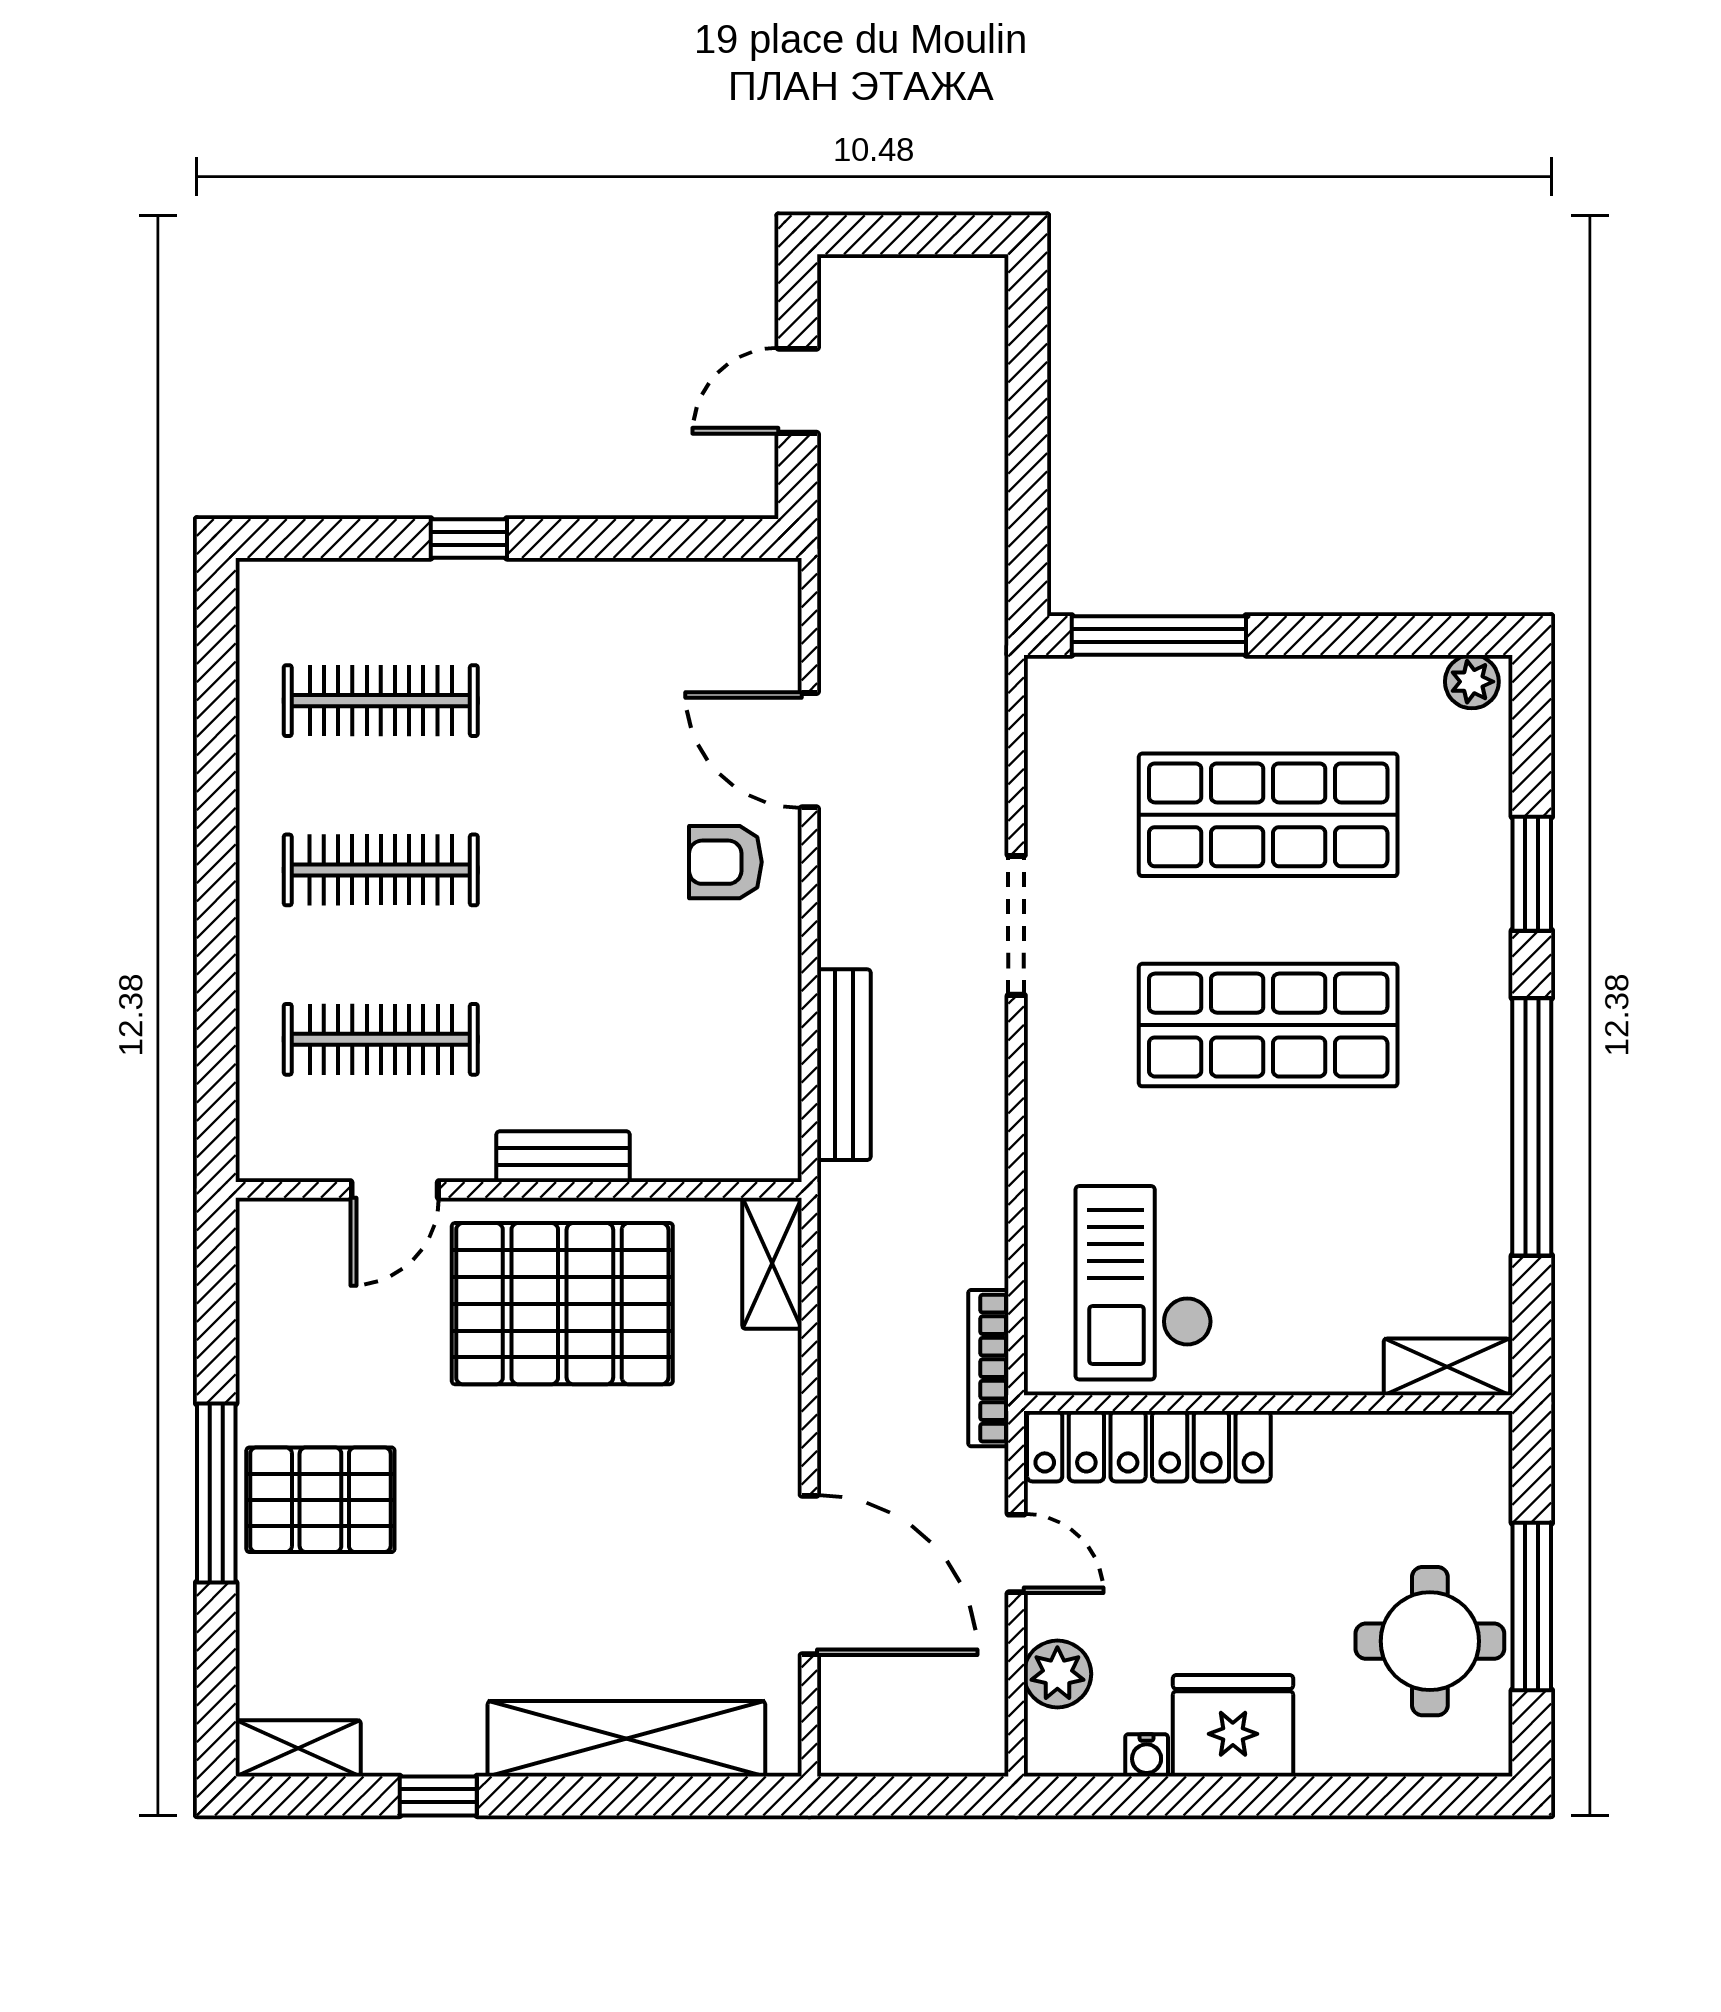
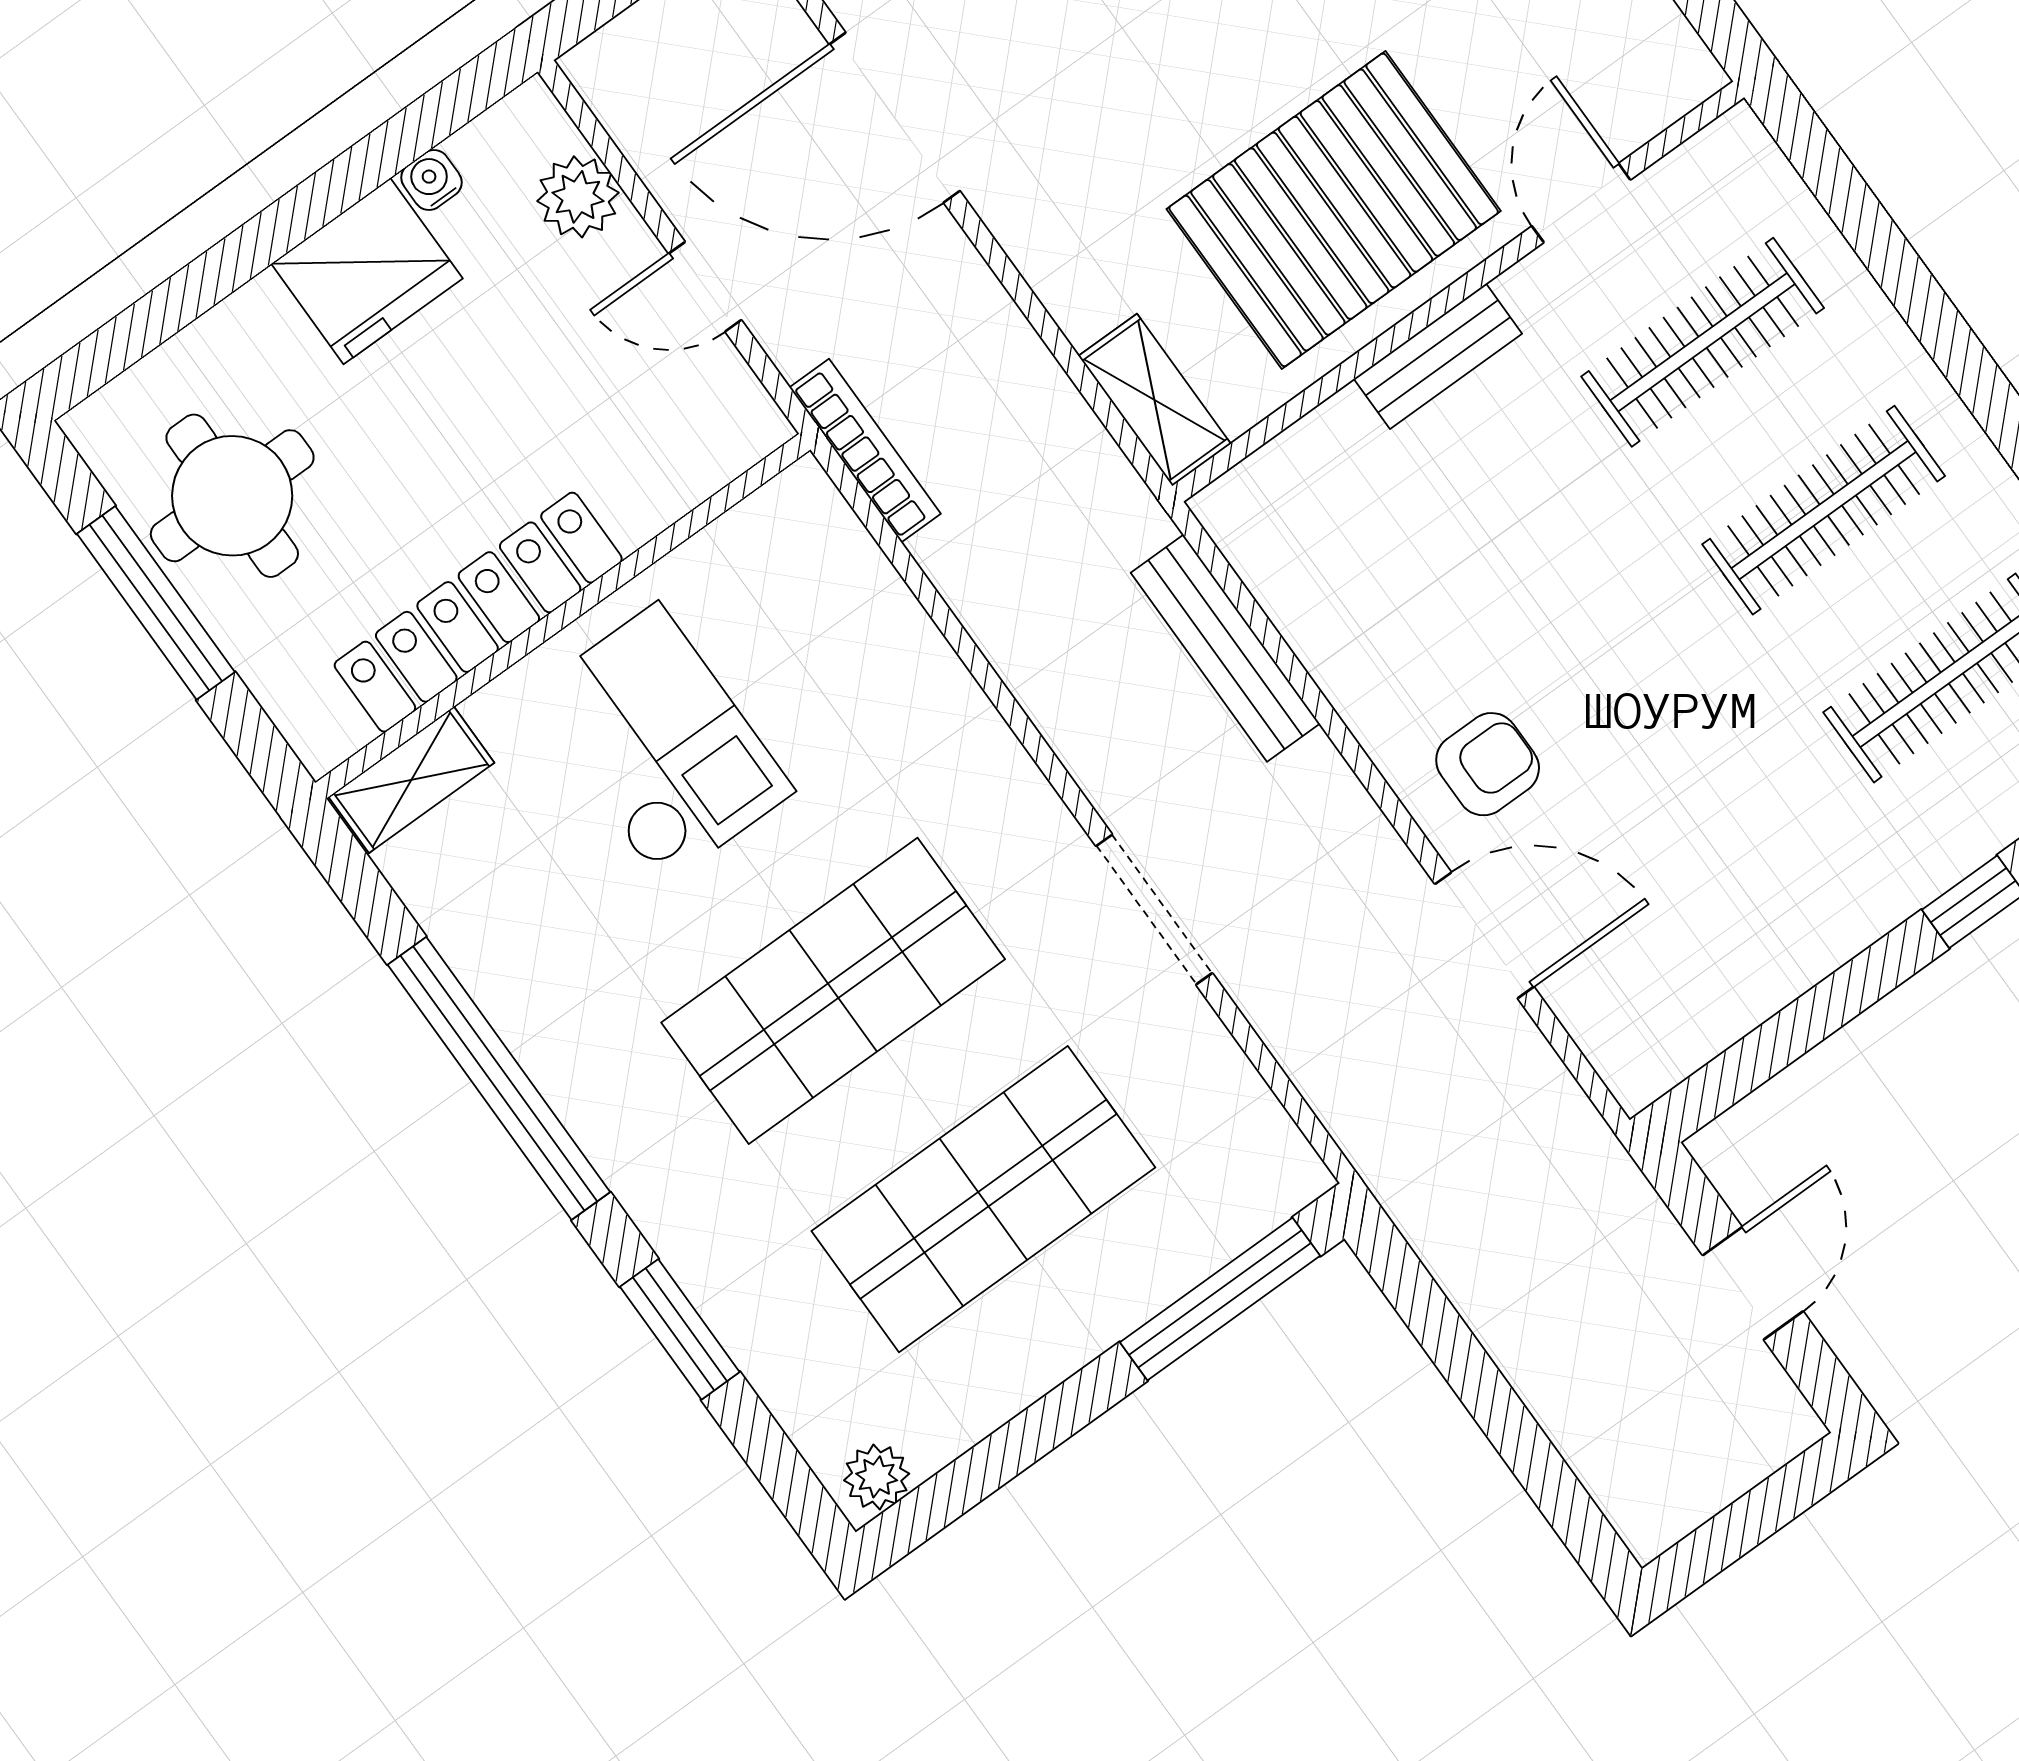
checkout: (1144, 1283) -> (660, 744), moved
locker: (1149, 1446) -> (478, 612), moved

